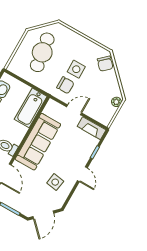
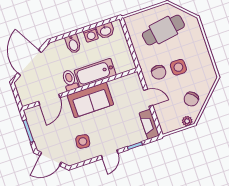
chair: (105, 64) -> (191, 99), moved
bathtub: (31, 108) -> (95, 73), moved
sofa: (38, 142) -> (90, 100), width x0.73

